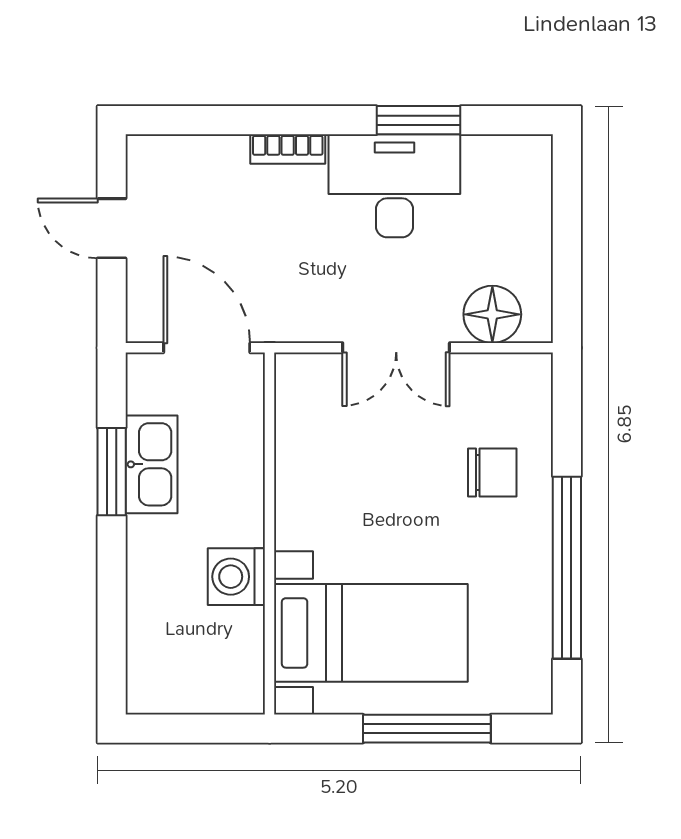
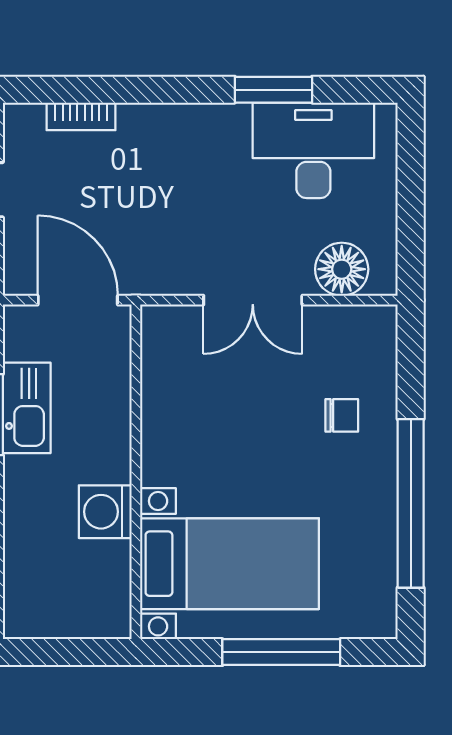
bookcase: (288, 149) -> (81, 116), moved
desk: (394, 186) -> (313, 150), moved
chair: (492, 472) -> (342, 415), width x0.73, depth x0.73

